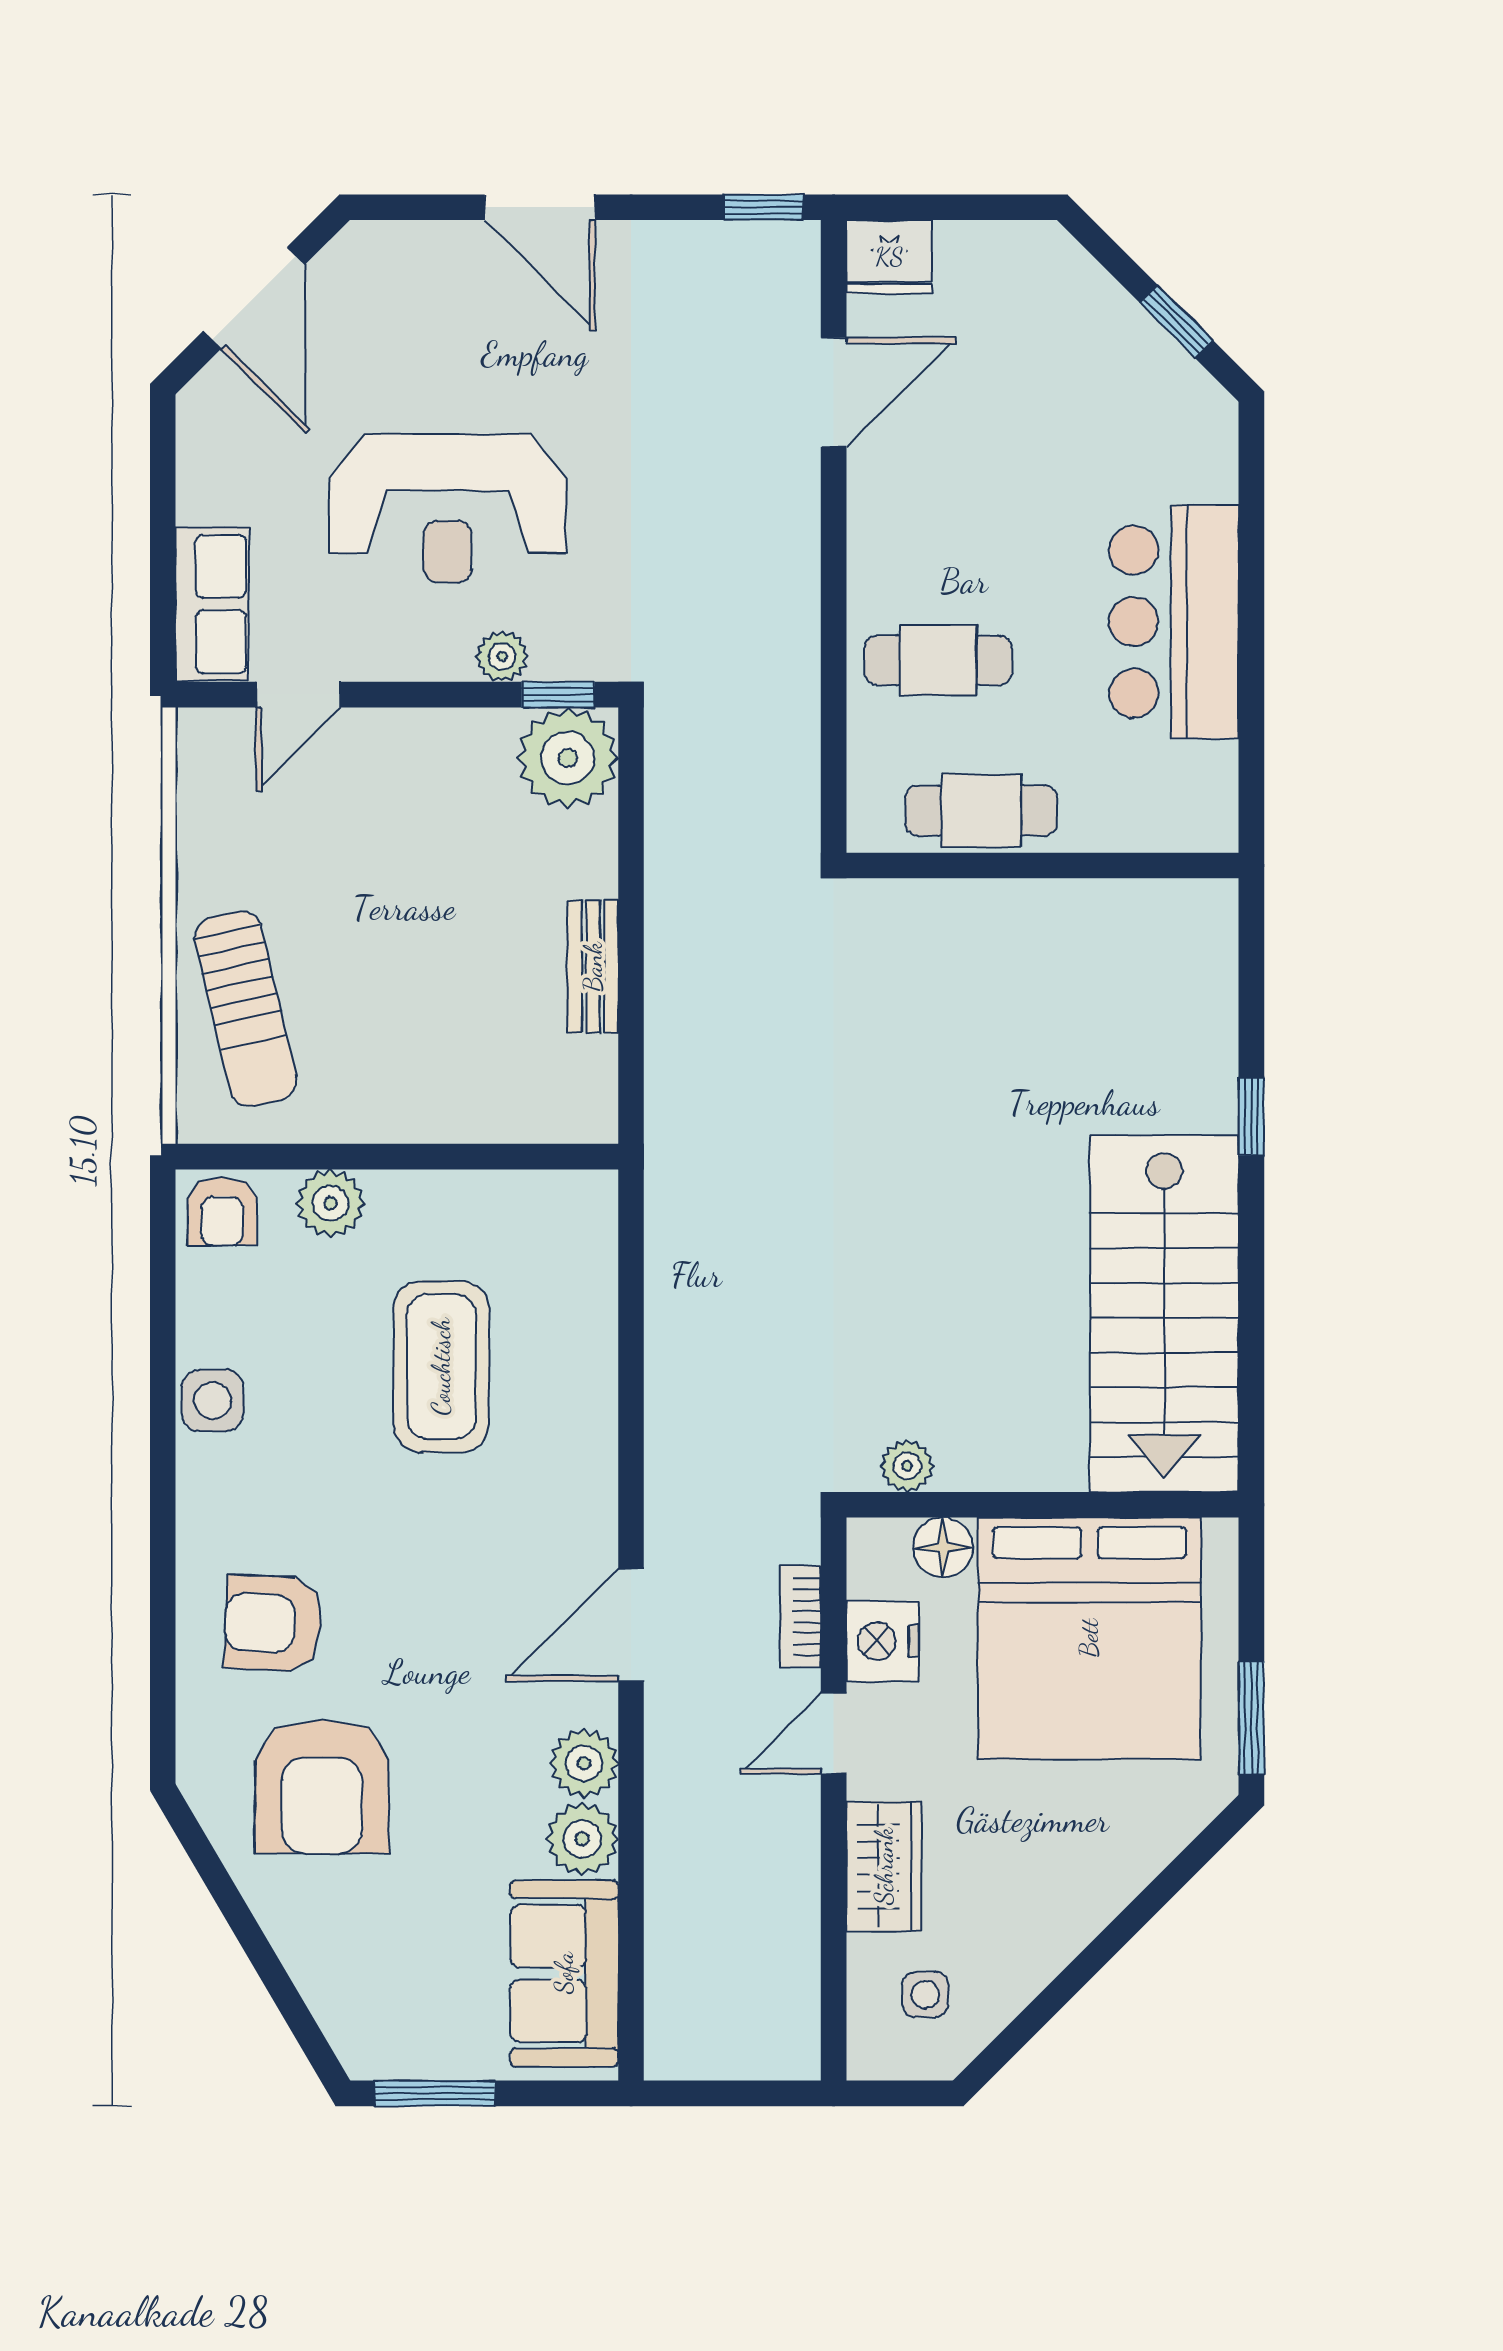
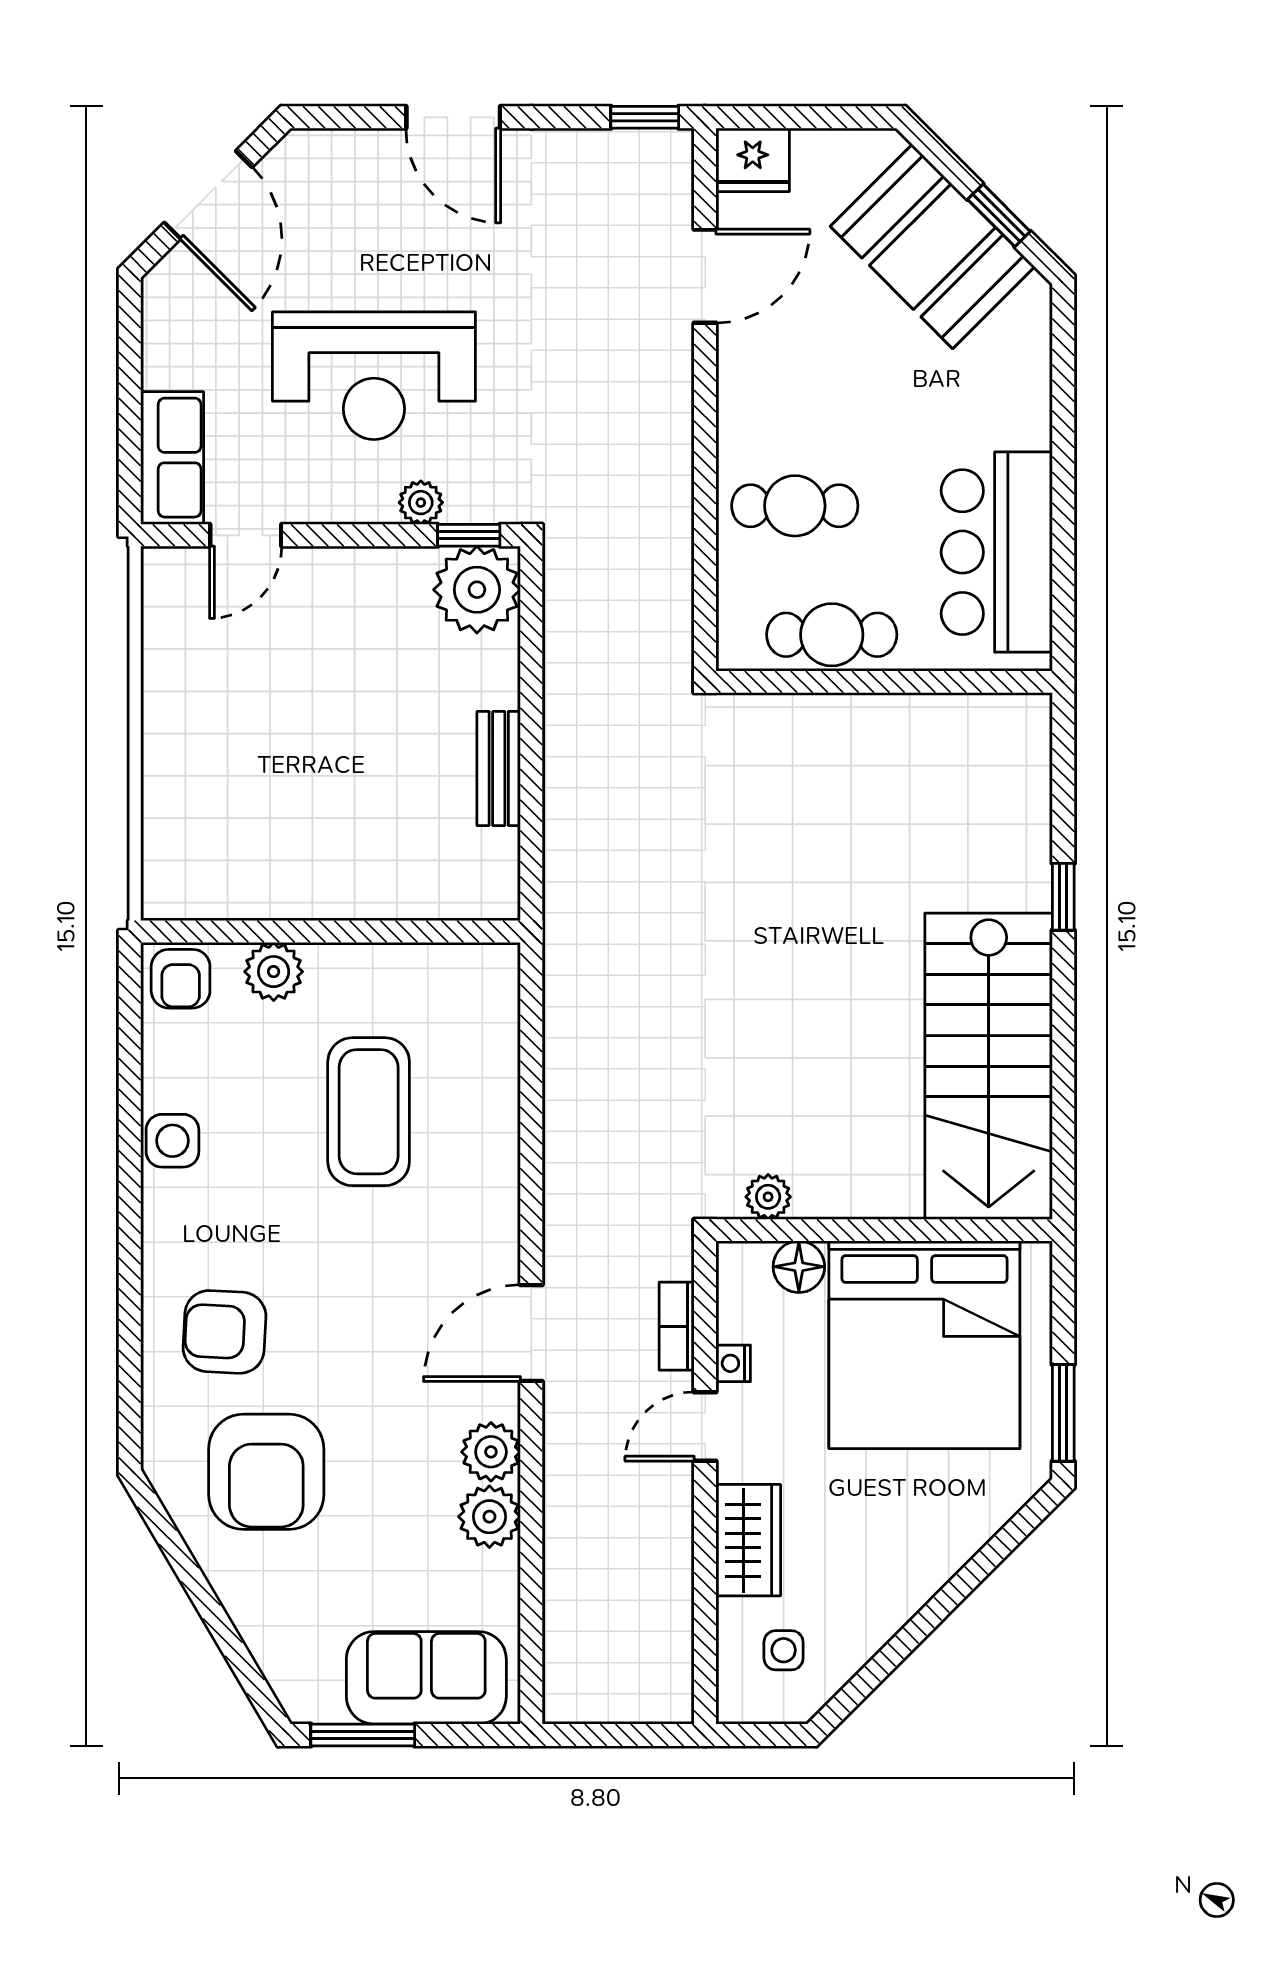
booth: (1099, 358) -> (932, 246), added
bar counter: (1174, 622) -> (997, 552), moved
sun lounger: (246, 1009) -> (201, 805), removed
nightstand: (882, 1641) -> (733, 1363), width x0.53, depth x0.56
sofa: (564, 1973) -> (426, 1678), moved, turned 90

